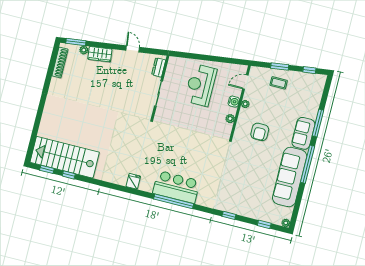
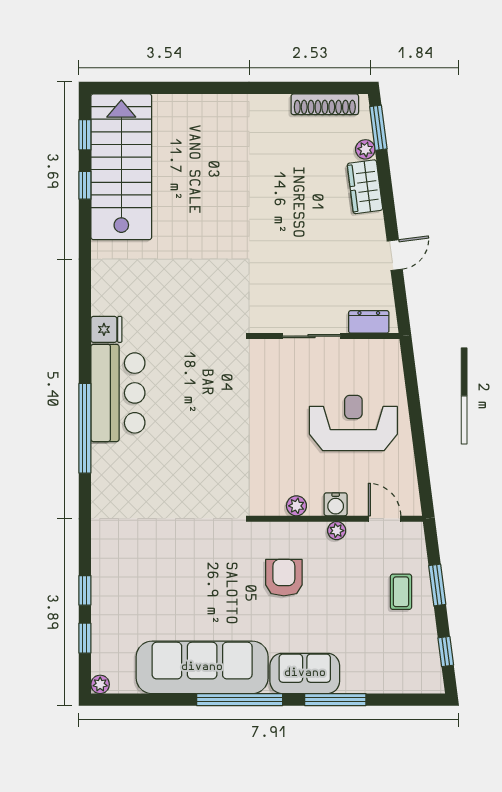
armchair: (260, 132) -> (284, 578), turned 90
bar counter: (176, 187) -> (118, 393), moved
window: (229, 215) -> (85, 590), moved

